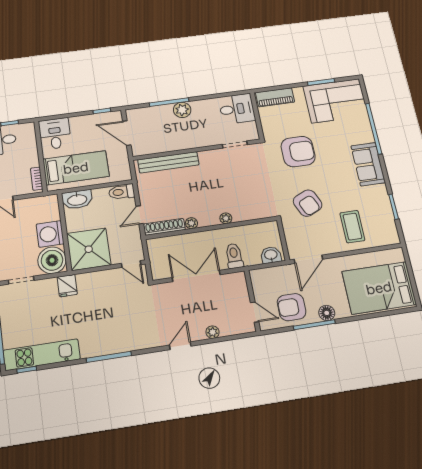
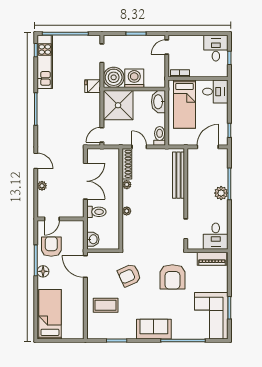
piano: (275, 97) -> (212, 259), moved, turned -90
bed: (379, 288) -> (50, 314), width x0.67

